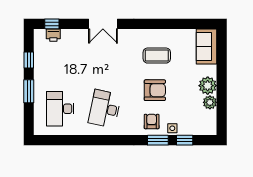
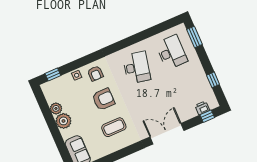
double door: (103, 24) -> (167, 134), width x1.37
armchair: (155, 90) -> (103, 99), turned 180
window: (29, 91) -> (194, 37), moved
window: (158, 140) -> (84, 61), removed
window: (185, 140) -> (53, 74), moved

